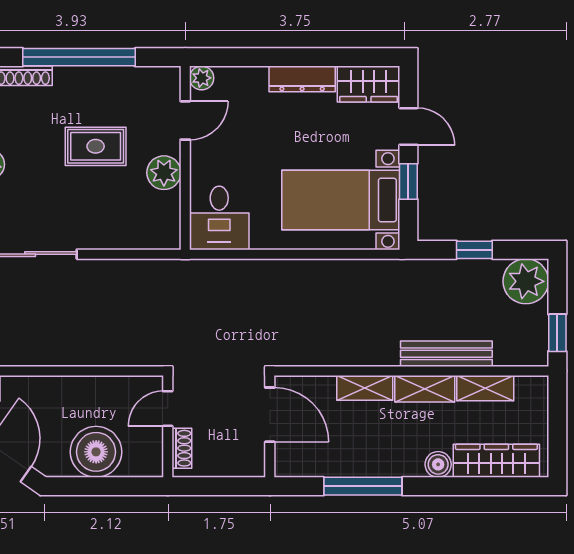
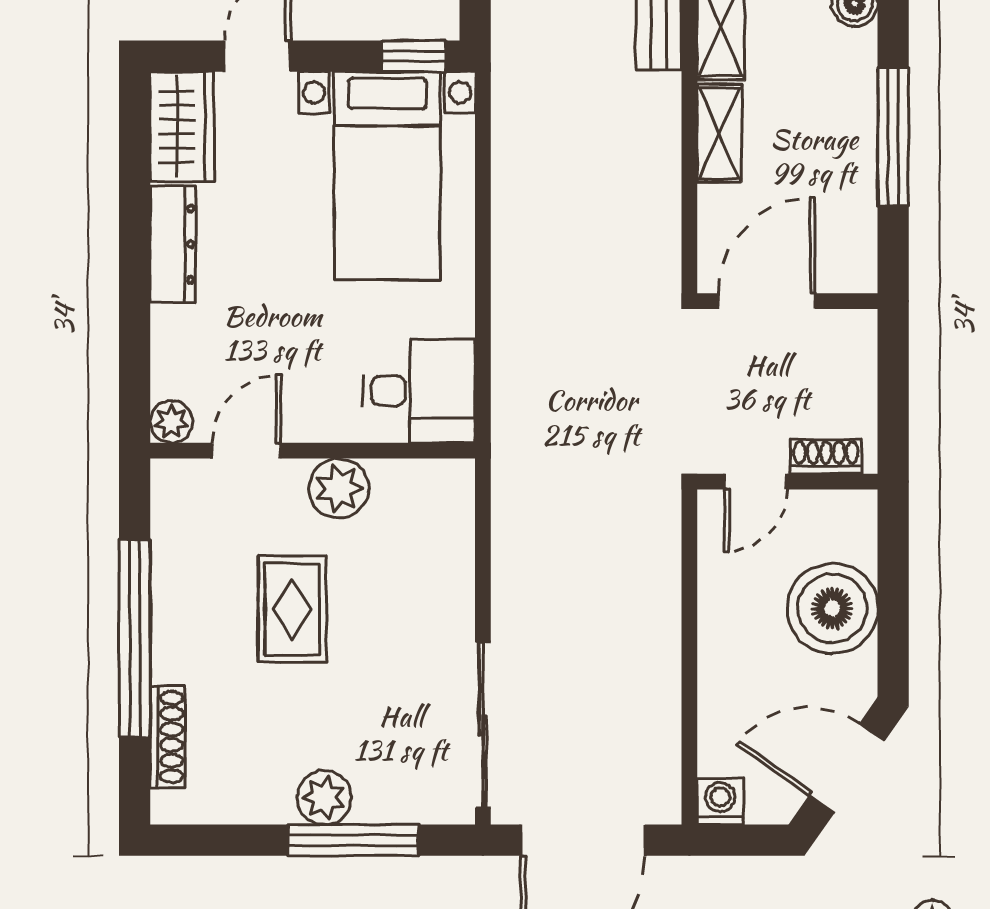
door: (185, 120) -> (246, 451), hinge flipped
window: (408, 181) -> (414, 56), moved
door: (168, 409) -> (756, 482), hinge flipped

